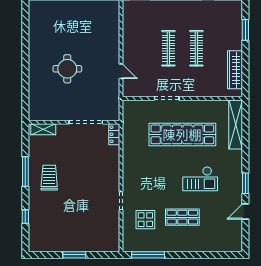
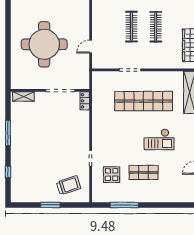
round table: (67, 69) -> (44, 44), width x1.86, depth x1.86
door: (121, 71) -> (91, 47), swing flipped
trolley: (49, 178) -> (69, 185), moved, turned 72
window: (148, 255) -> (124, 205), moved

